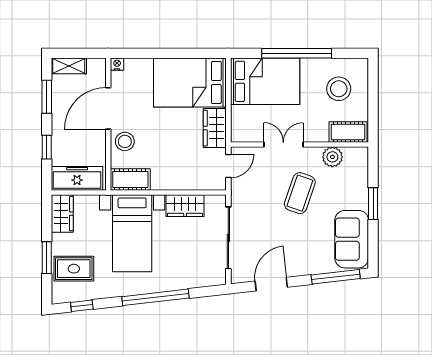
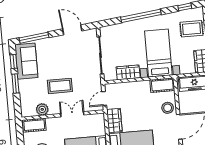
double door: (283, 144) -> (72, 114), swing flipped
coffee table: (300, 193) -> (60, 86), turned 71
window: (373, 240) -> (14, 62), added
door: (271, 284) -> (72, 30), swing flipped

